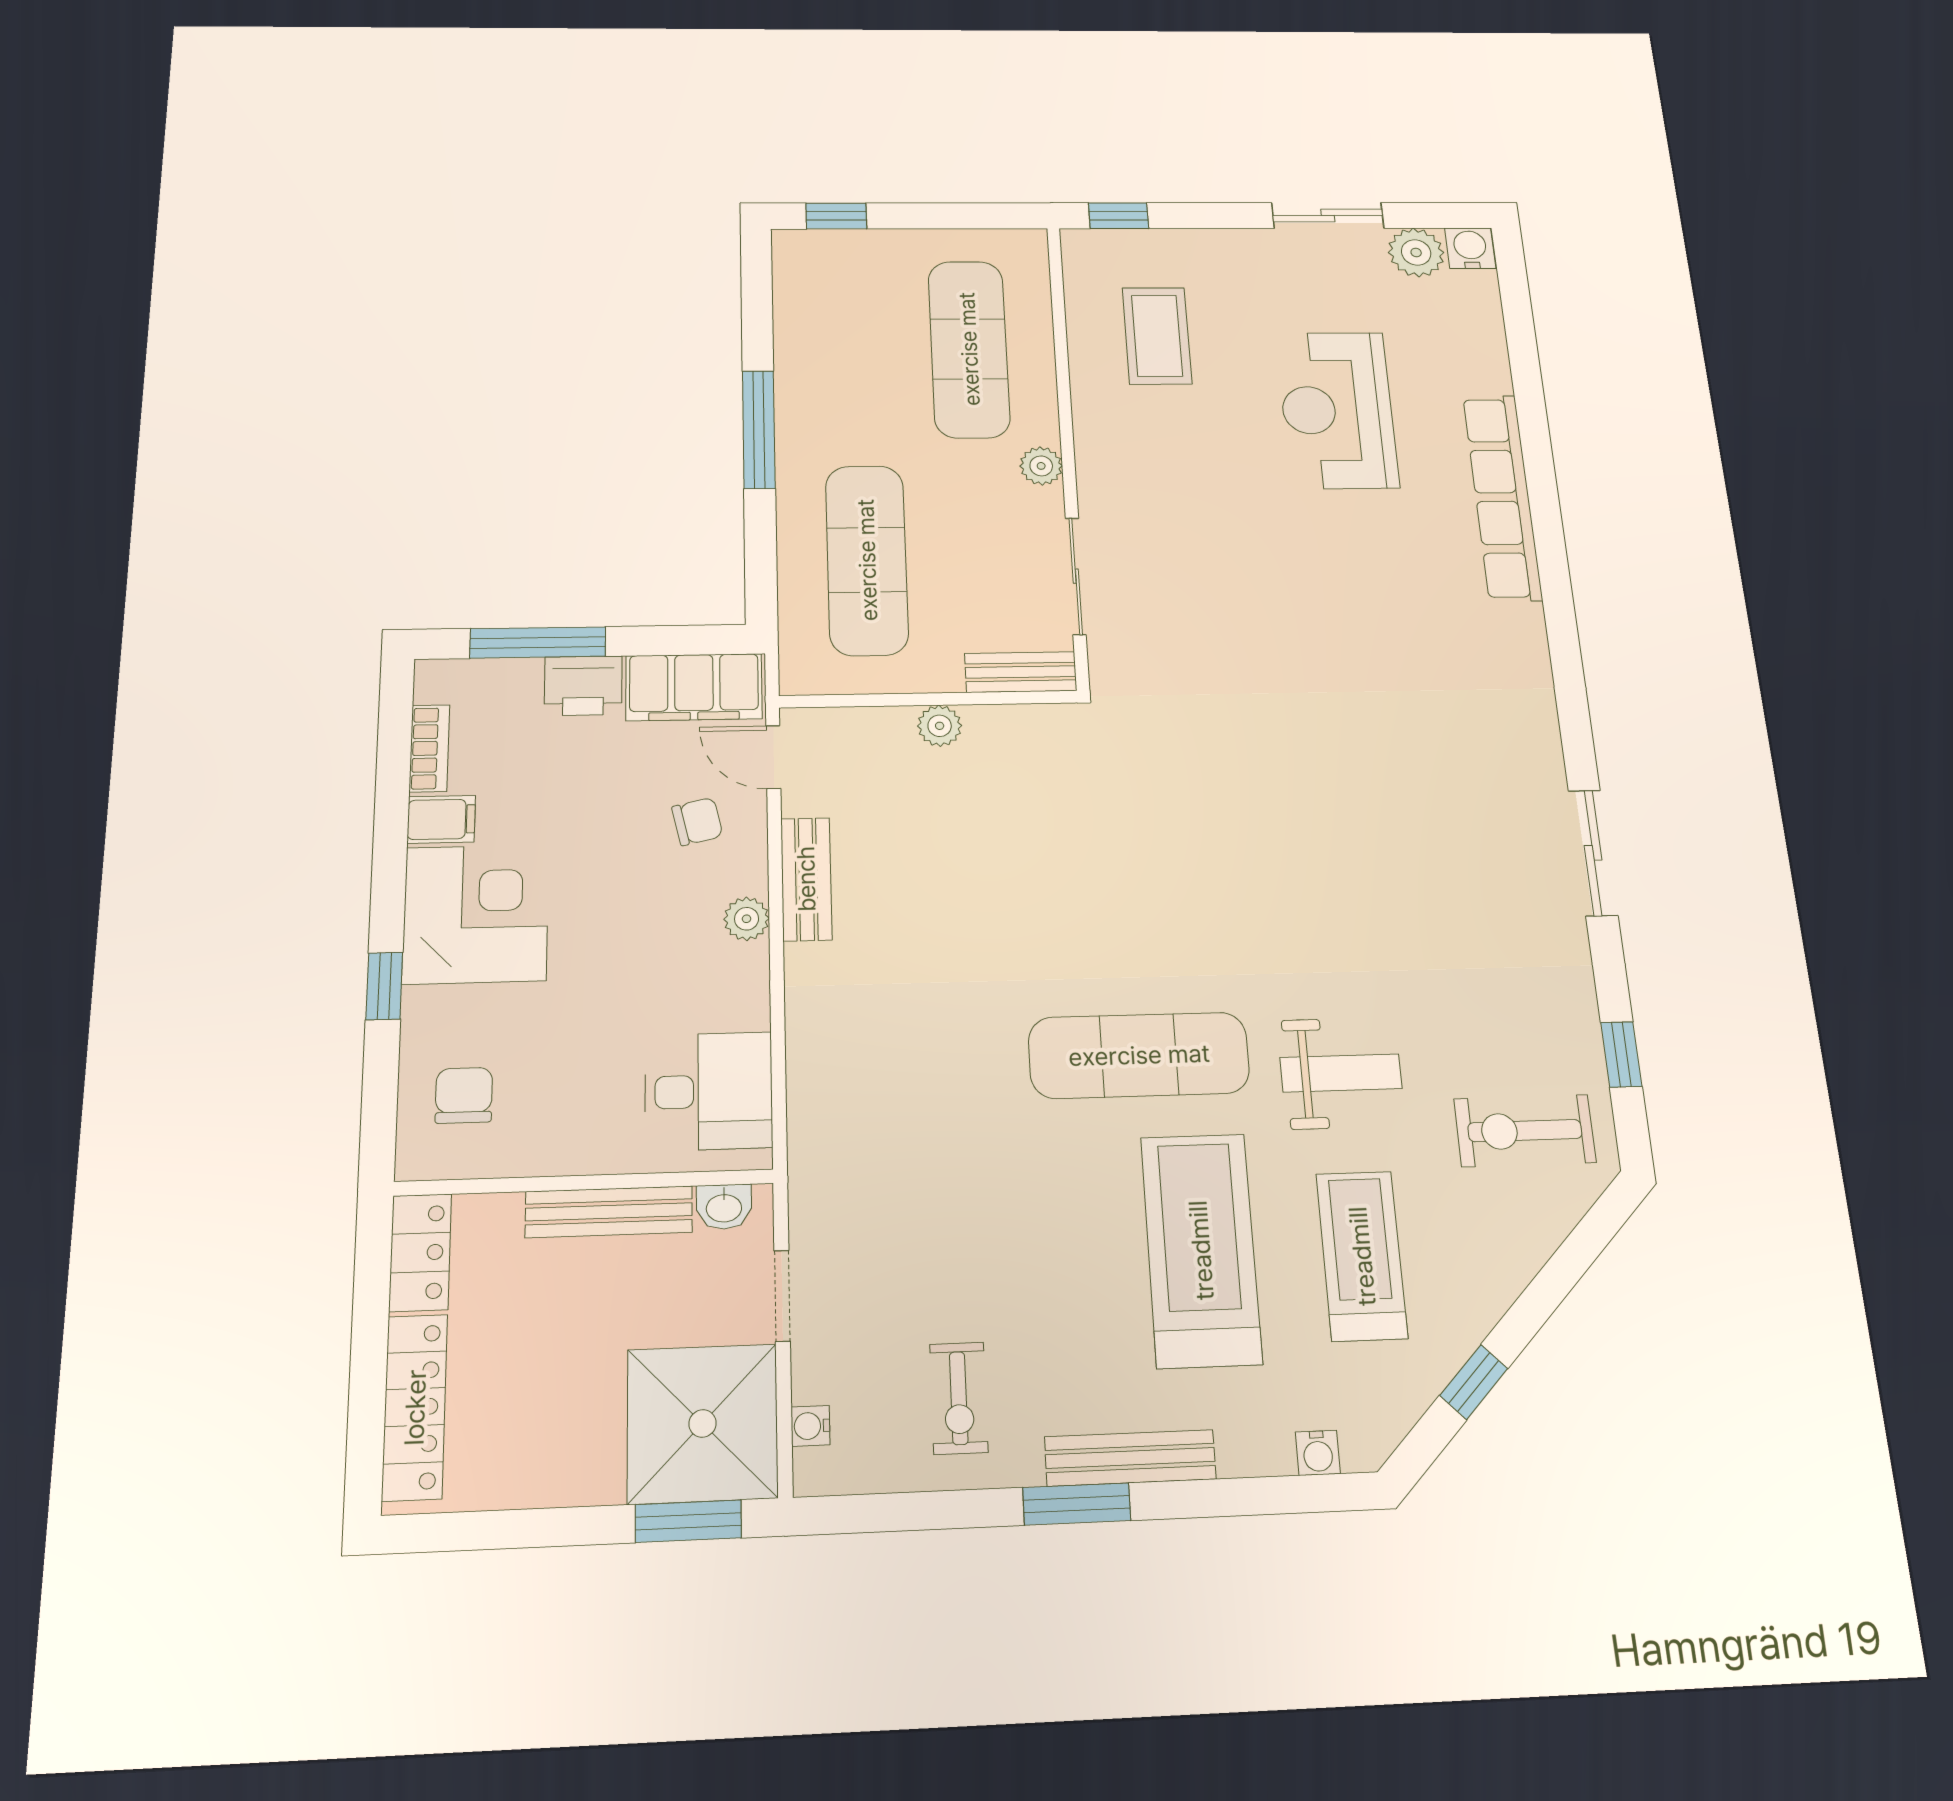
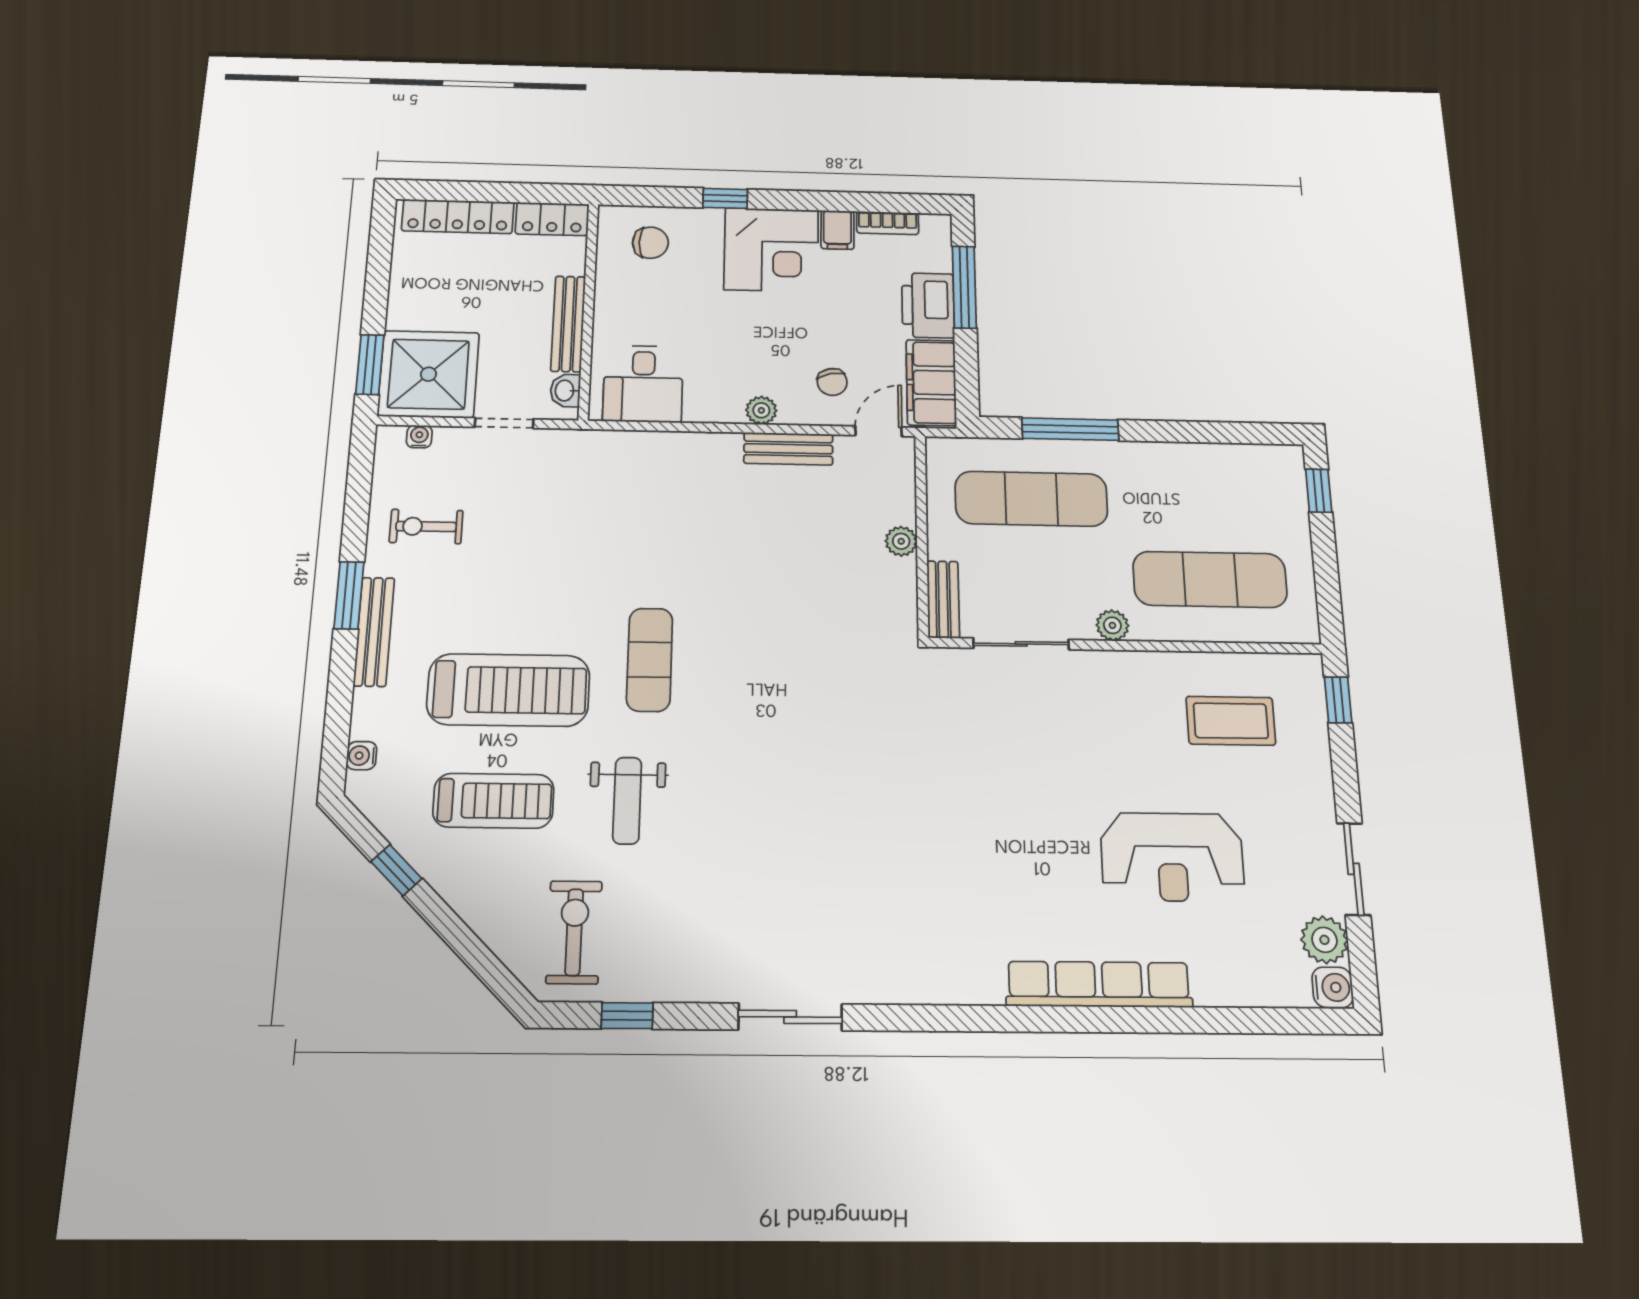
reception desk: (1337, 410) -> (1172, 857), turned 180
window: (759, 429) -> (1070, 429), moved
printer: (583, 686) -> (928, 305), width x1.37, depth x1.19
exercise mat: (1139, 1055) -> (650, 660), width x0.73, depth x0.69

